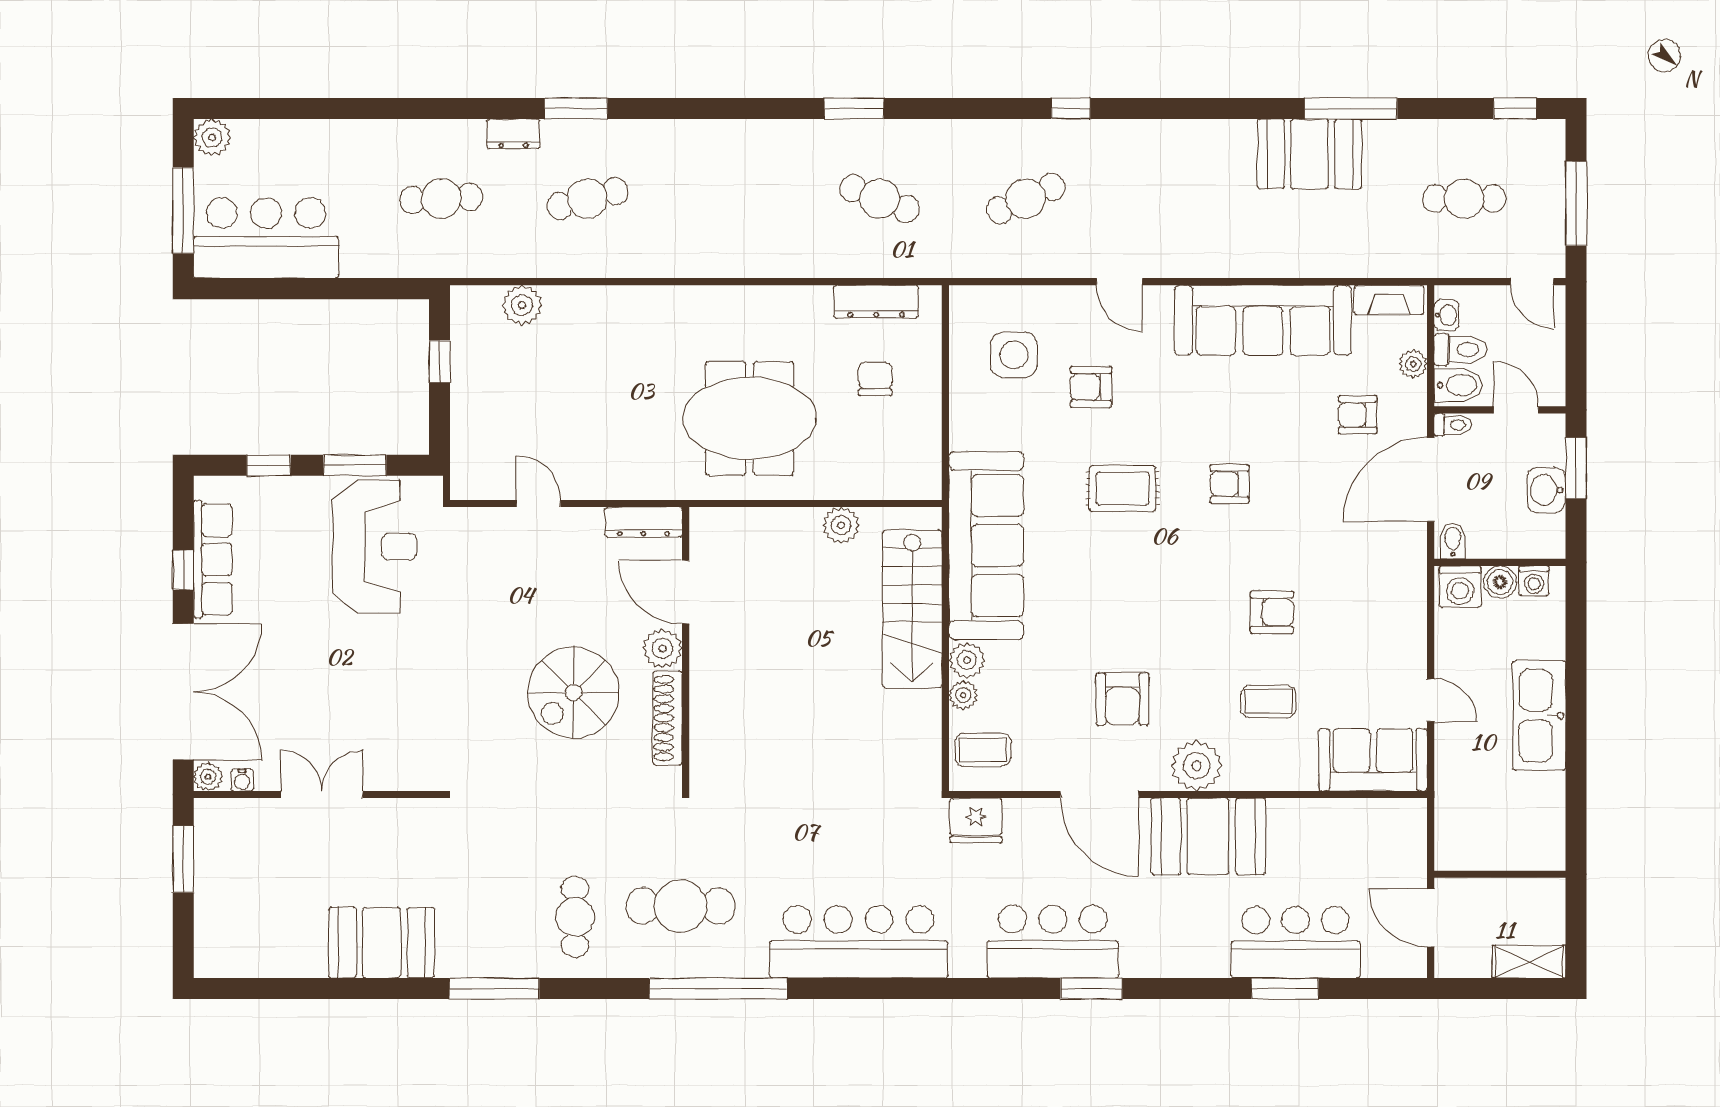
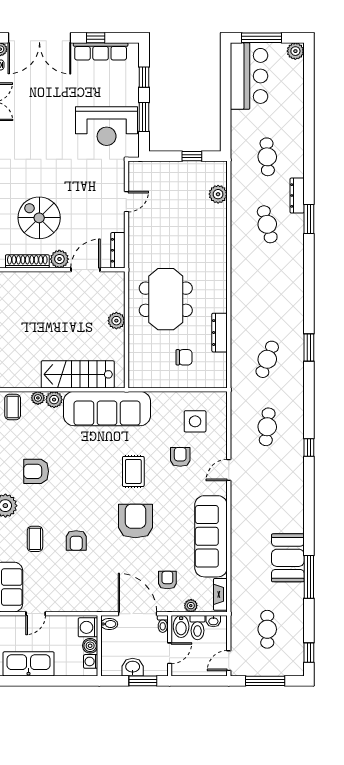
dresser: (513, 134) -> (297, 196), width x1.44
cafe table: (1026, 199) -> (267, 427), turned 30
dresser: (876, 302) -> (220, 333), moved
armchair: (1230, 484) -> (135, 521), width x1.88, depth x1.88
plant: (841, 525) -> (116, 321), moved

